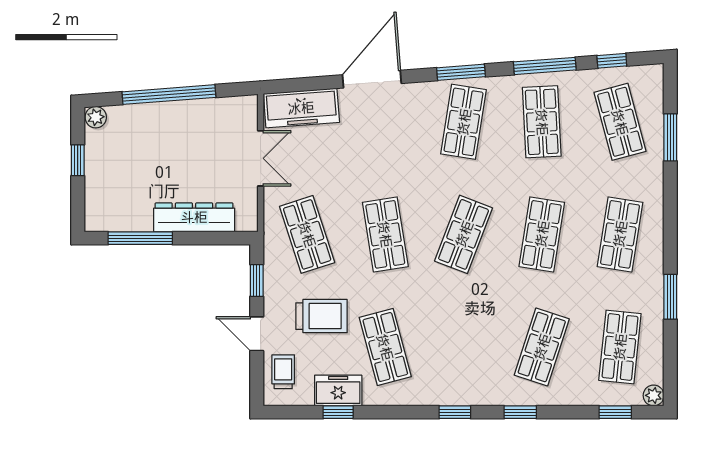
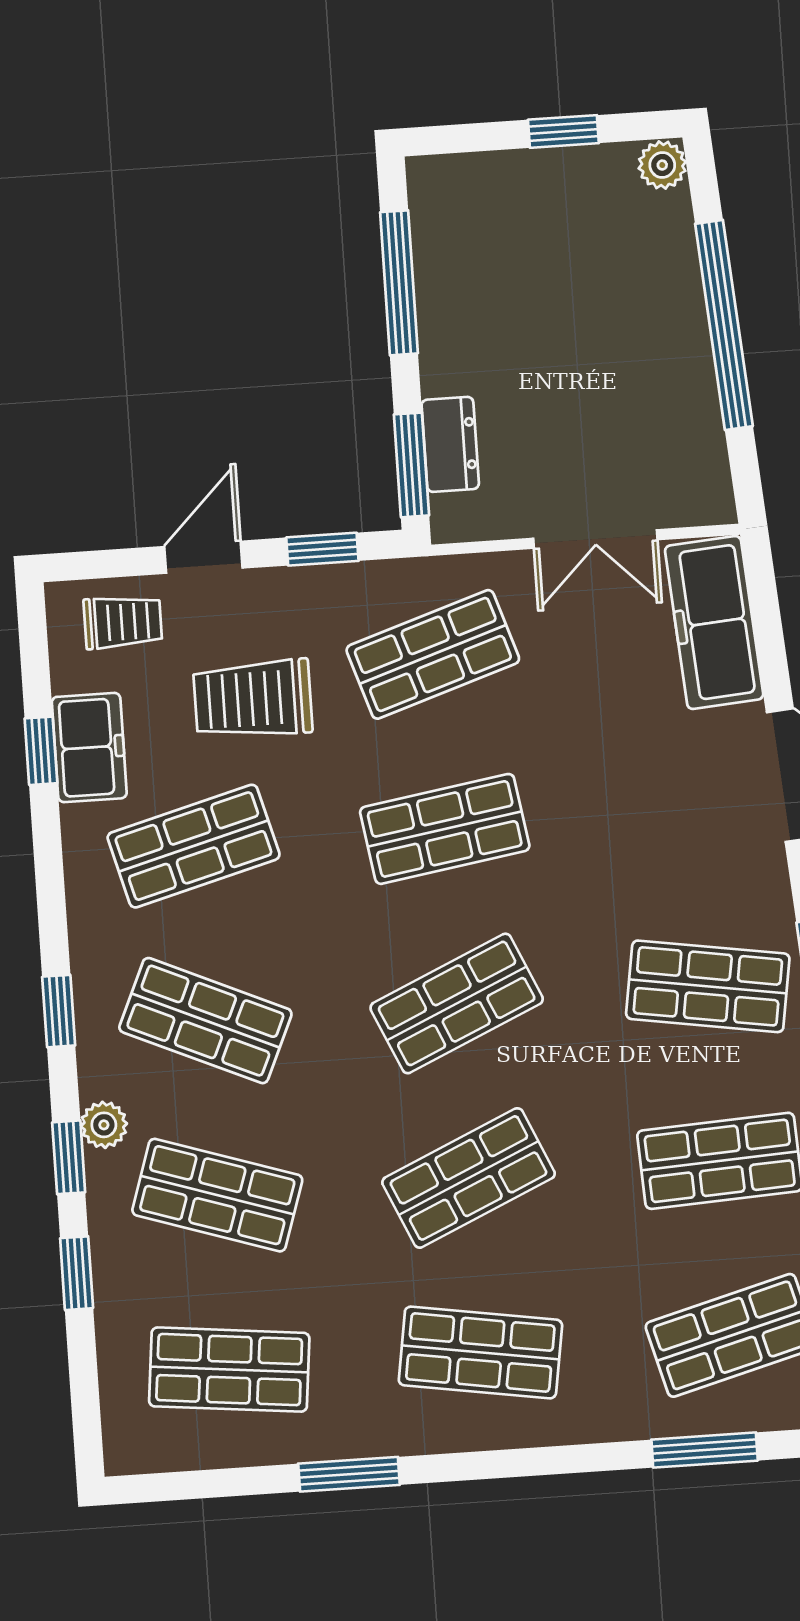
dresser: (194, 217) -> (450, 444), width x0.51, depth x0.80
shop shelf: (464, 234) -> (457, 1003), turned -45
shop shelf: (542, 234) -> (469, 1178), turned -33
window: (222, 238) -> (411, 465), added
trolley: (322, 316) -> (253, 699), turned 90
shop shelf: (464, 347) -> (205, 1021), added
plant: (654, 395) -> (104, 1125), moved
window: (615, 412) -> (77, 1273), moved

